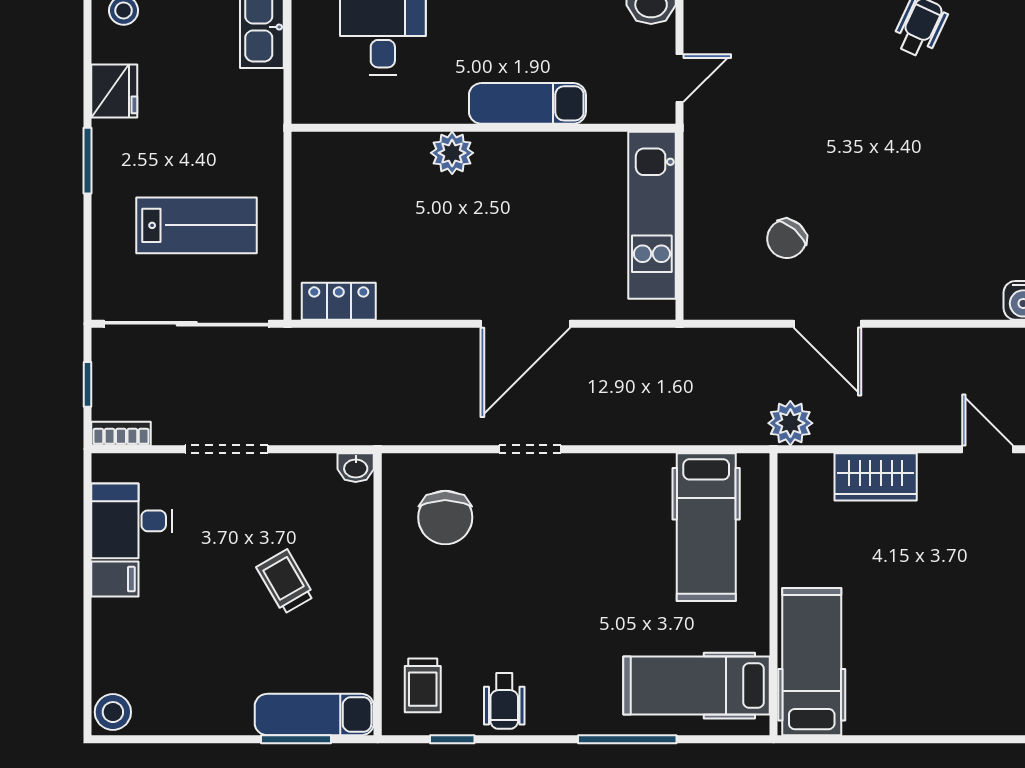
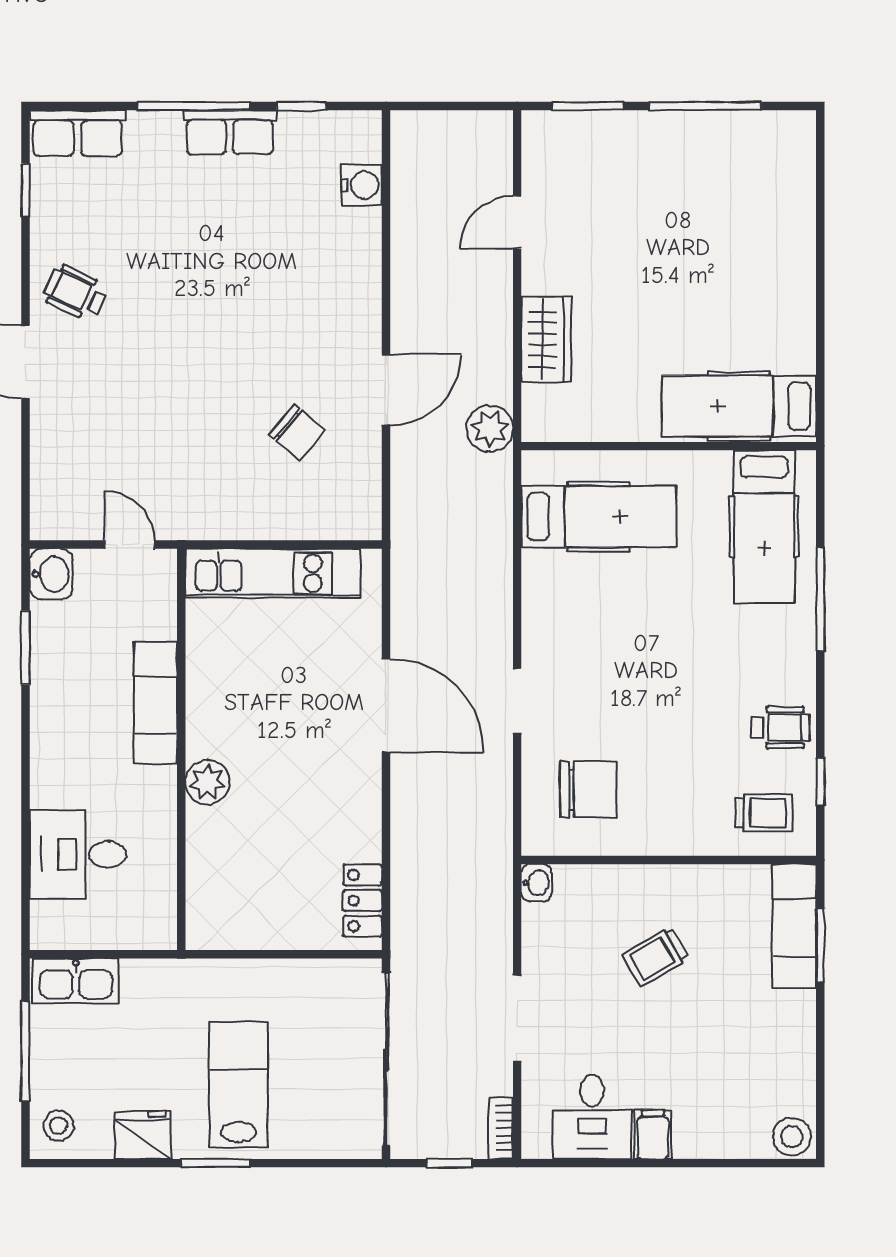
lab bench: (197, 225) -> (239, 1084), moved

